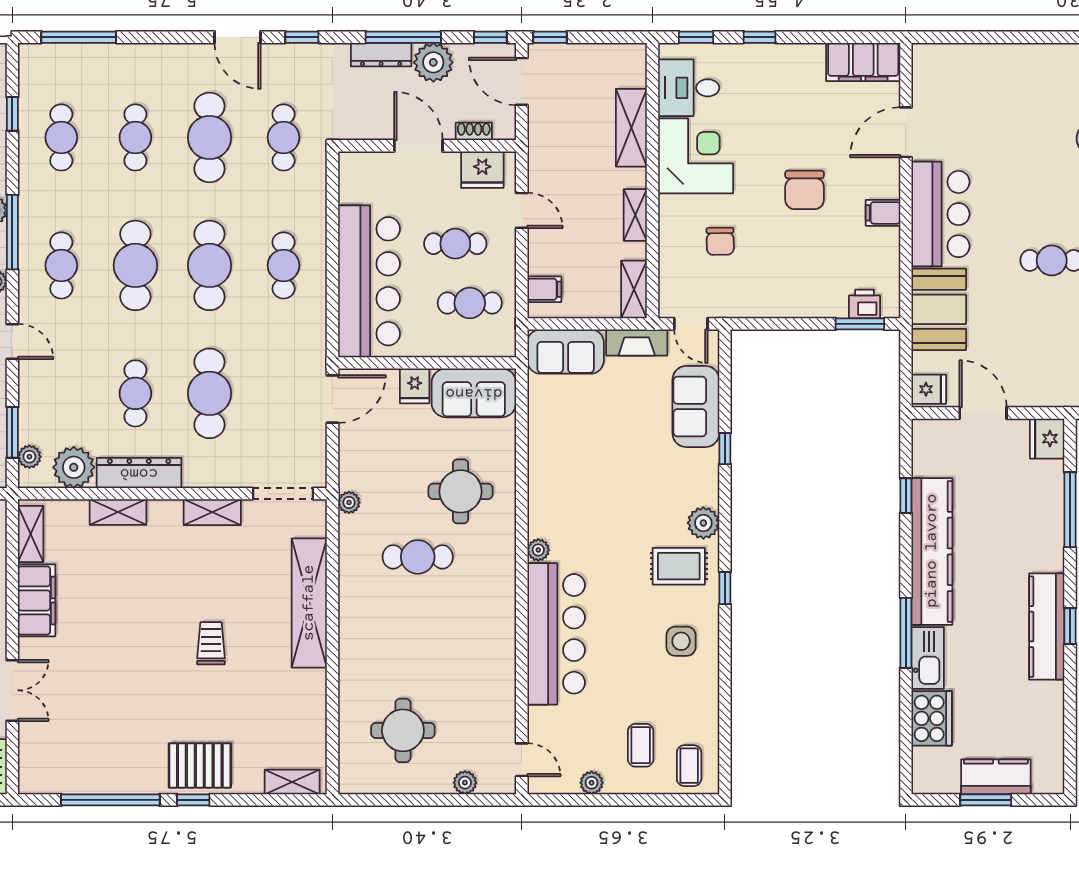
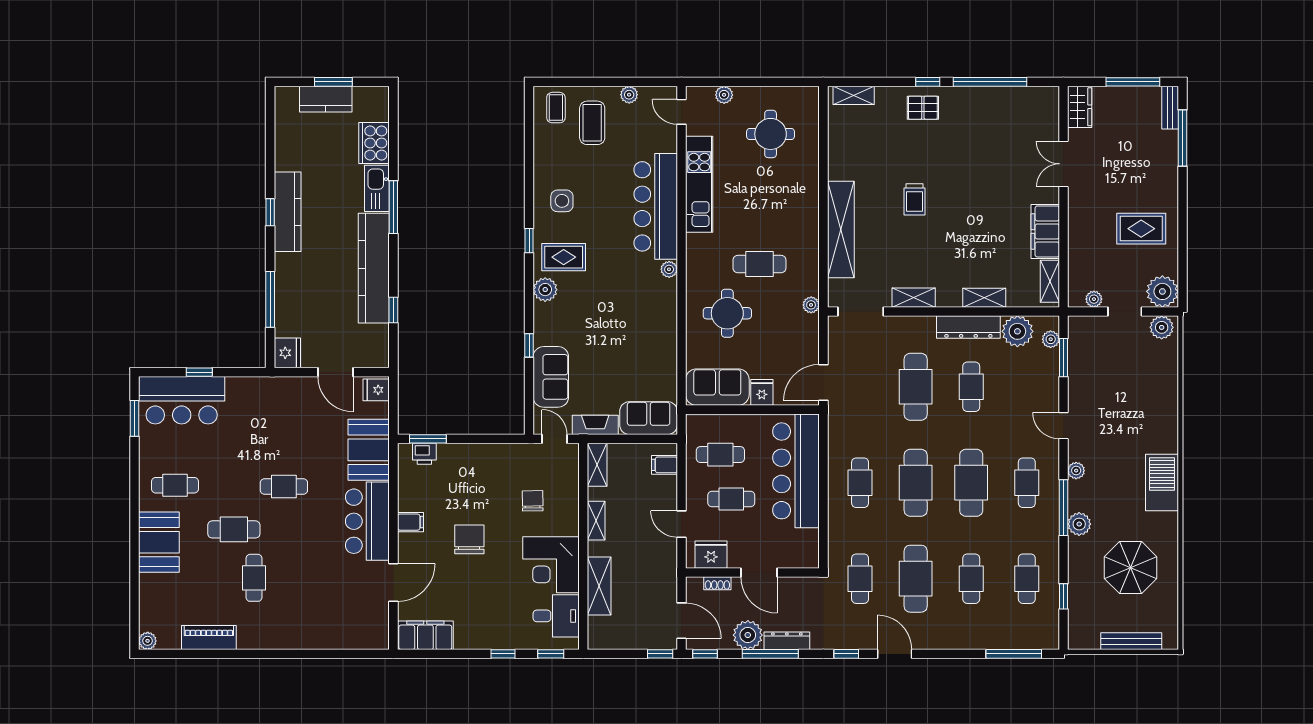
kitchen unit: (498, 663) -> (699, 184), added
coffee table: (641, 745) -> (592, 123), width x1.36, depth x1.30
pallet: (200, 765) -> (923, 108), width x0.67, depth x0.71

